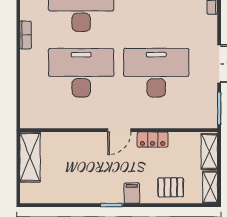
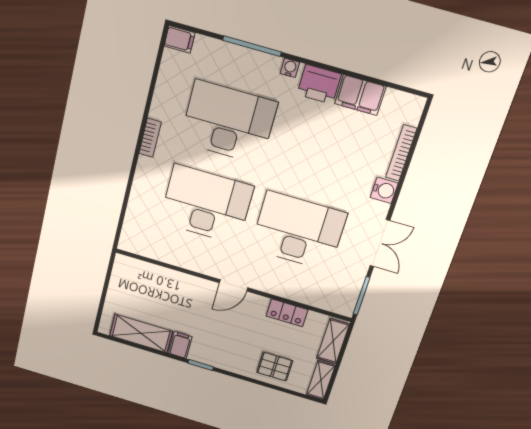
water cooler: (209, 24) -> (384, 190), added
locker: (153, 140) -> (287, 313), moved
shelving: (30, 157) -> (141, 333), moved, turned 90
filing cabinet: (132, 193) -> (180, 345), moved

